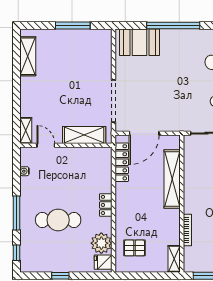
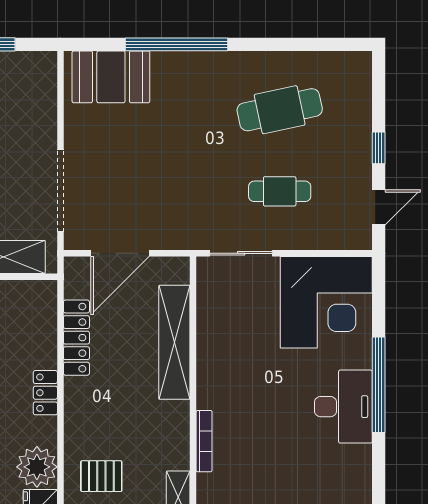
locker: (122, 162) -> (76, 338), moved

